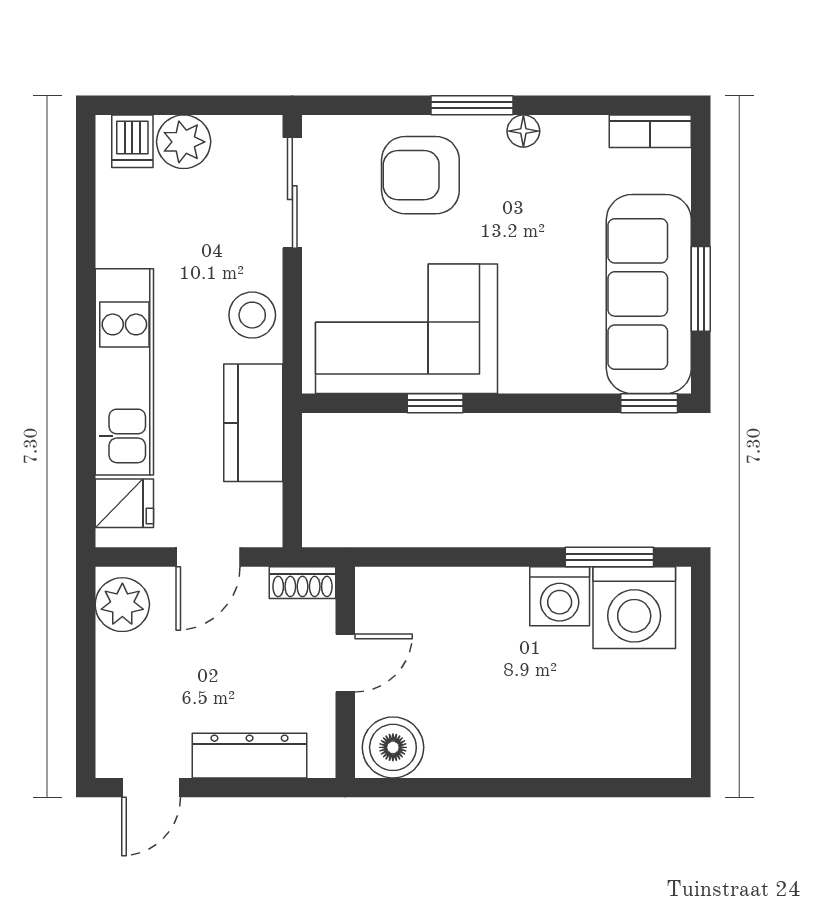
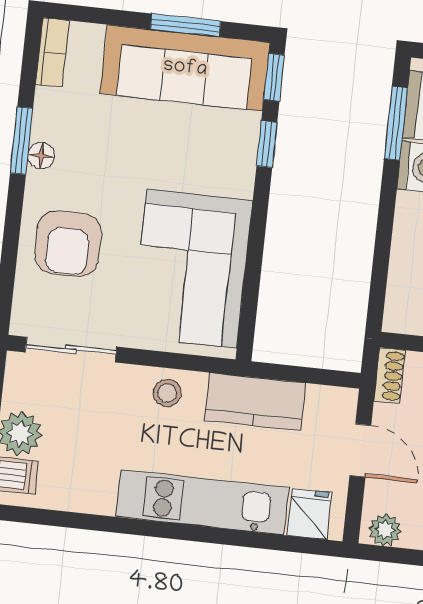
window: (472, 105) -> (22, 141), moved
stool: (252, 315) -> (167, 393), width x0.73, depth x0.73
window: (435, 403) -> (267, 144), moved
plant: (122, 605) -> (385, 530), width x0.73, depth x0.73

